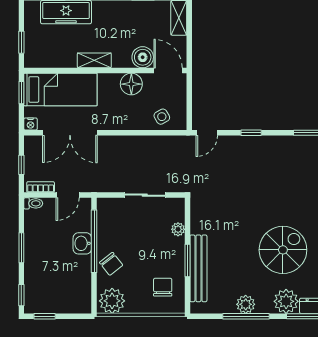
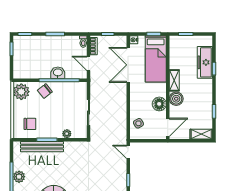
boiler: (143, 57) -> (176, 99), moved

